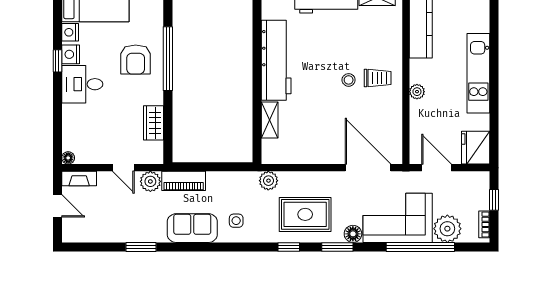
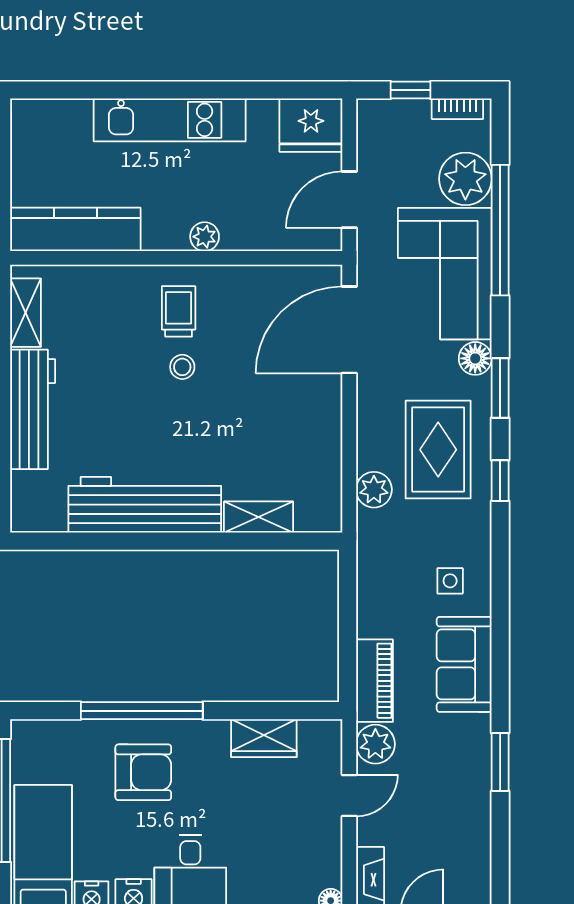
plant: (268, 181) -> (374, 490), moved

